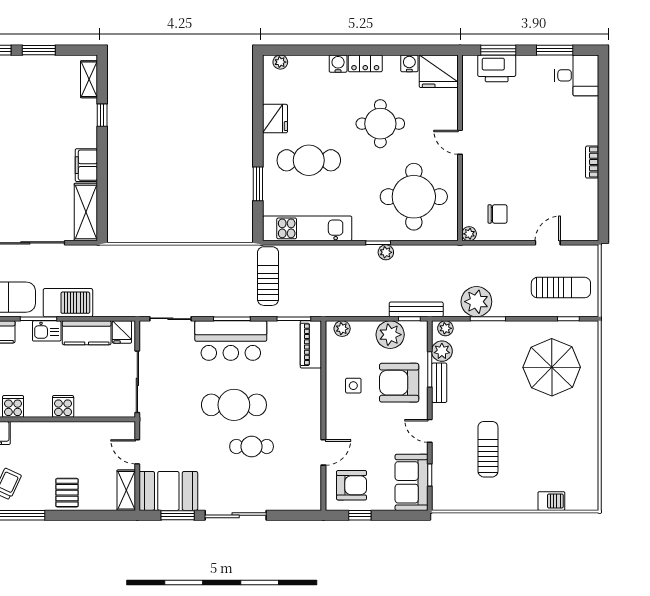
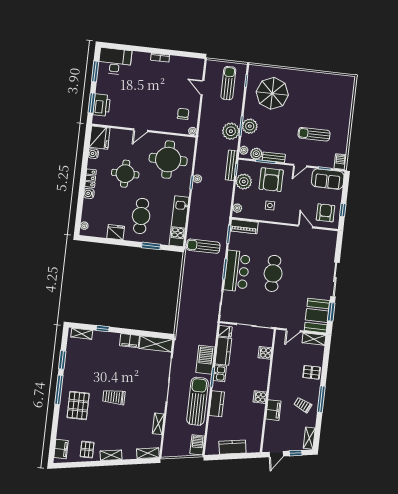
desk: (577, 75) -> (115, 61), width x1.37
plant: (489, 334) -> (250, 126), added
cooker: (63, 406) -> (265, 353), moved
cafe table: (252, 446) -> (297, 266), removed
barbecue: (551, 501) -> (340, 162), moved

